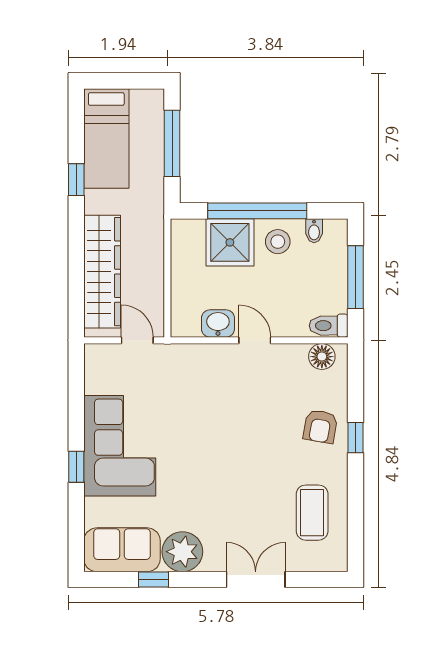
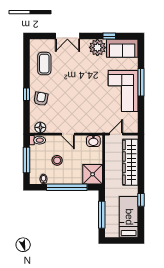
shower: (230, 242) -> (93, 174), moved
stool: (278, 242) -> (57, 160), moved
washbasin: (218, 324) -> (93, 141), moved
door: (137, 340) -> (116, 134), swing flipped
window: (76, 467) -> (141, 82), width x2.17

